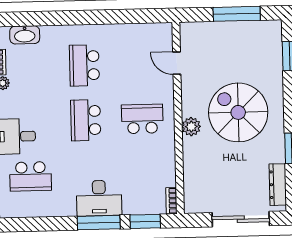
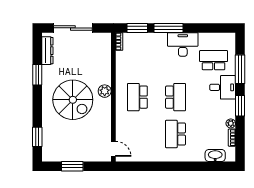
window: (237, 14) -> (72, 166), width x0.69
door: (177, 63) -> (113, 149), moved
school desk: (84, 65) -> (175, 134), turned 180
school desk: (142, 119) -> (137, 97), turned 90
desk: (99, 198) -> (183, 44), moved

